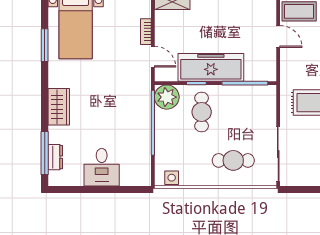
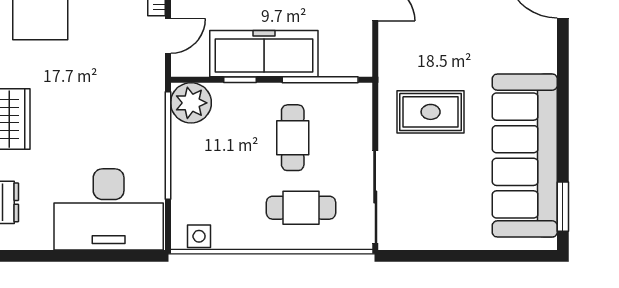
door: (153, 57) -> (168, 36), hinge flipped
cafe table: (202, 112) -> (293, 138), moved
desk: (102, 167) -> (109, 209), width x1.87, depth x1.30

